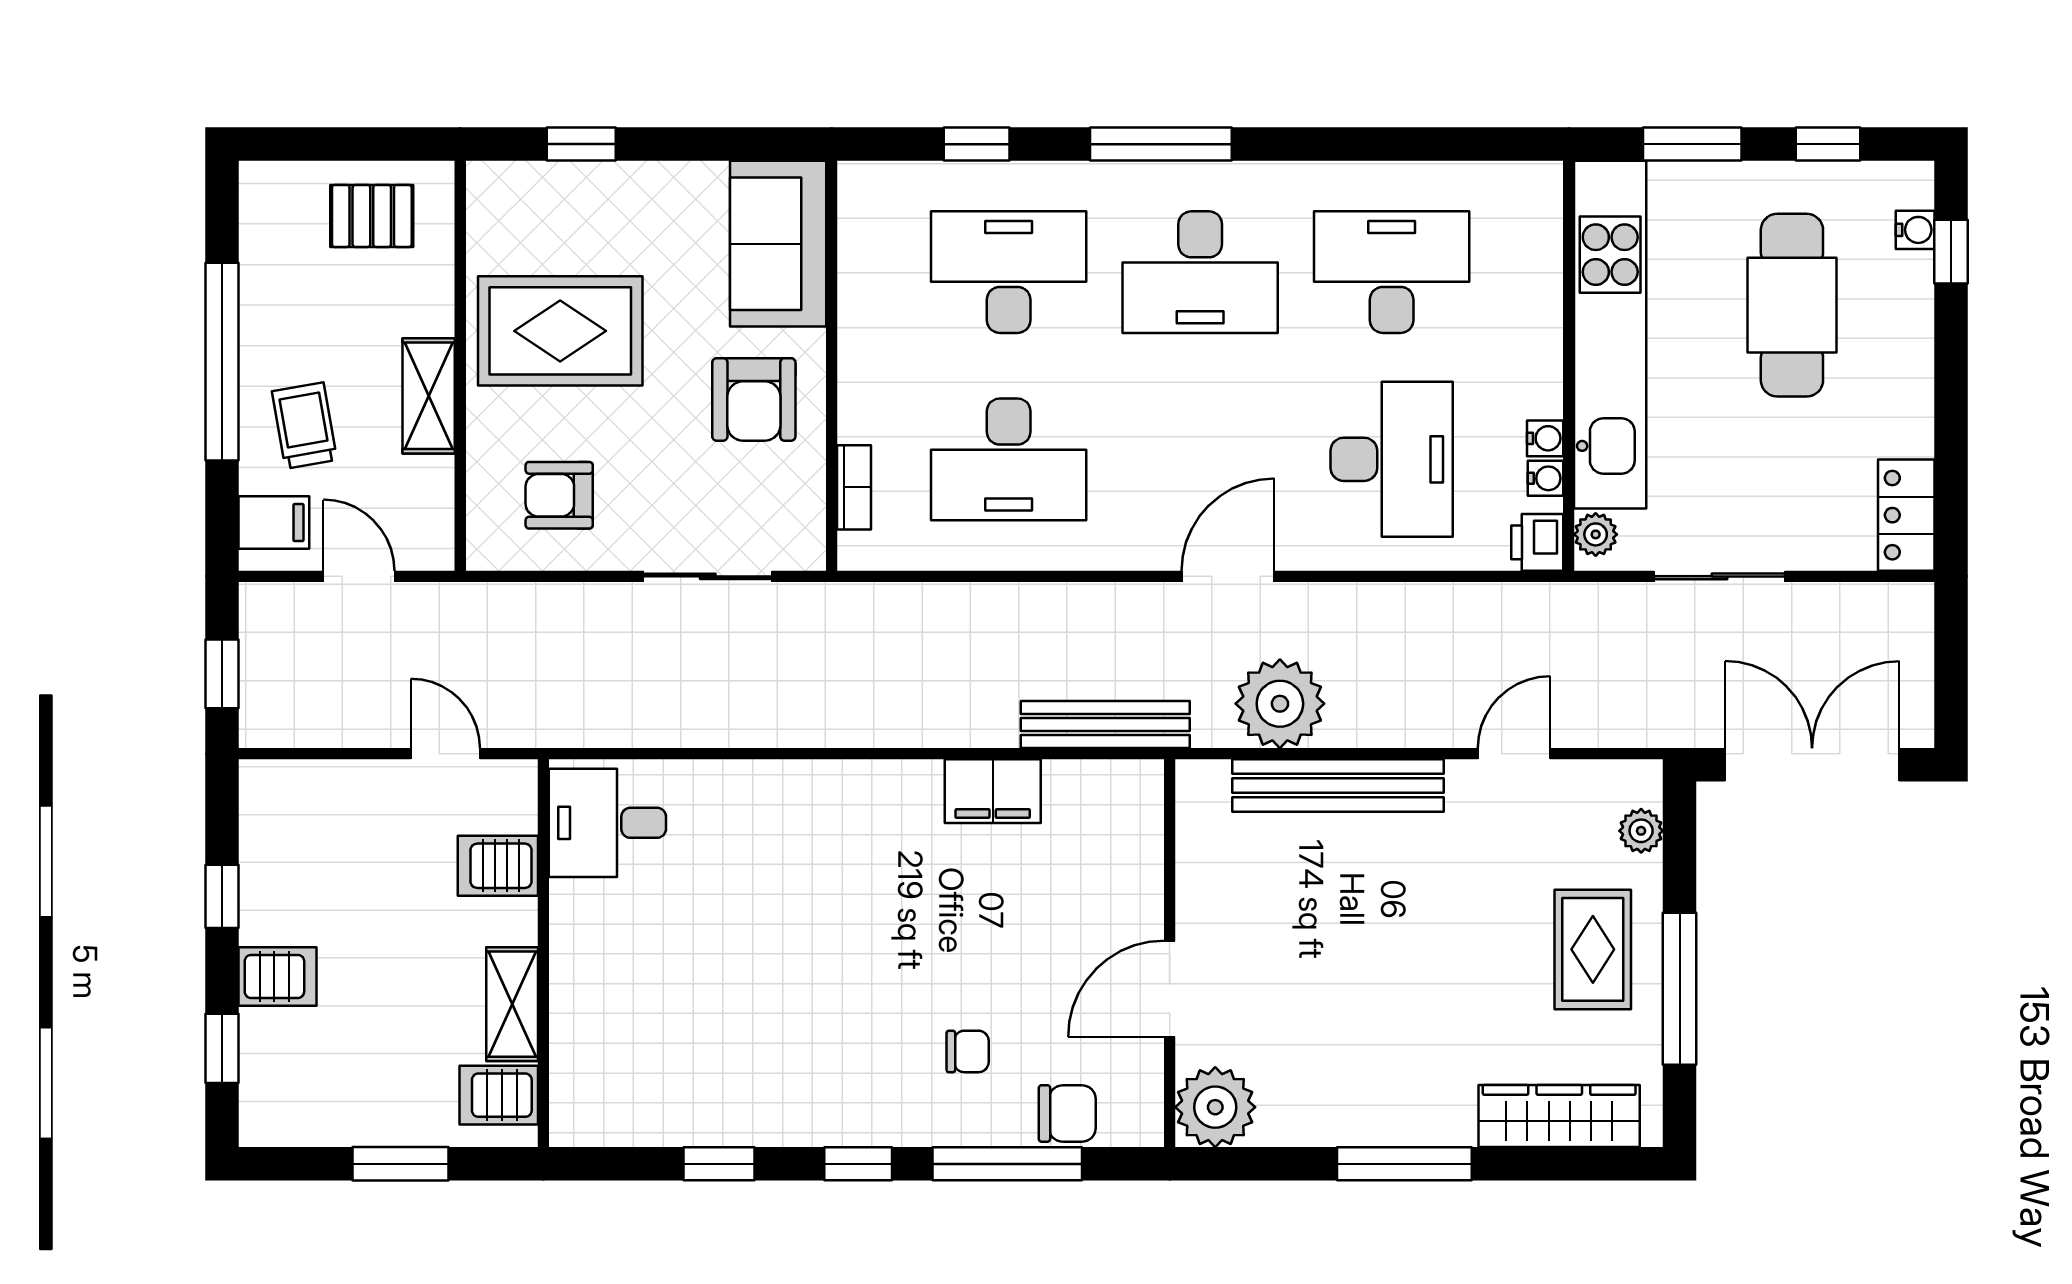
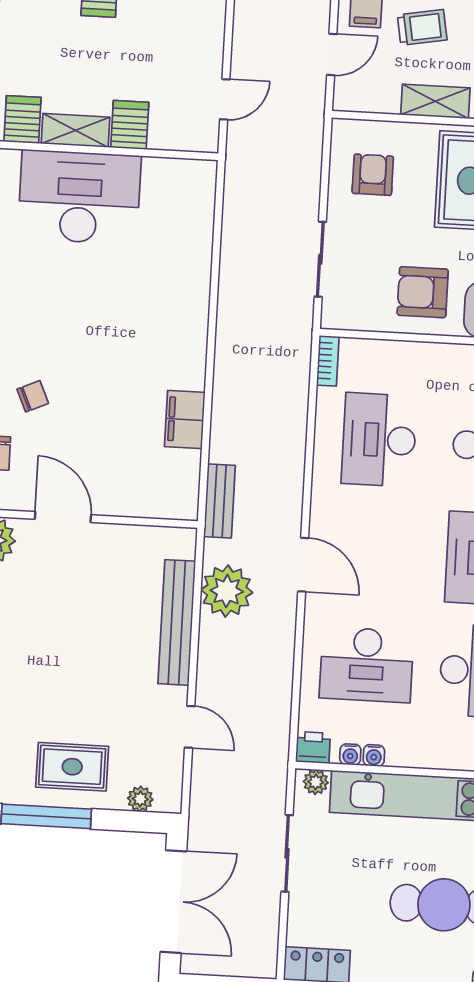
bookcase: (854, 487) -> (328, 361), moved, turned -90
bench: (1105, 725) -> (219, 501), width x0.73
desk: (607, 823) -> (79, 197), moved, width x1.87, depth x1.30
server rack: (498, 866) -> (130, 125), moved
chair: (968, 1051) -> (33, 396), turned -114

